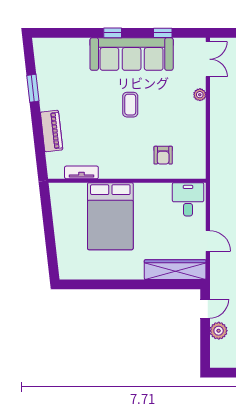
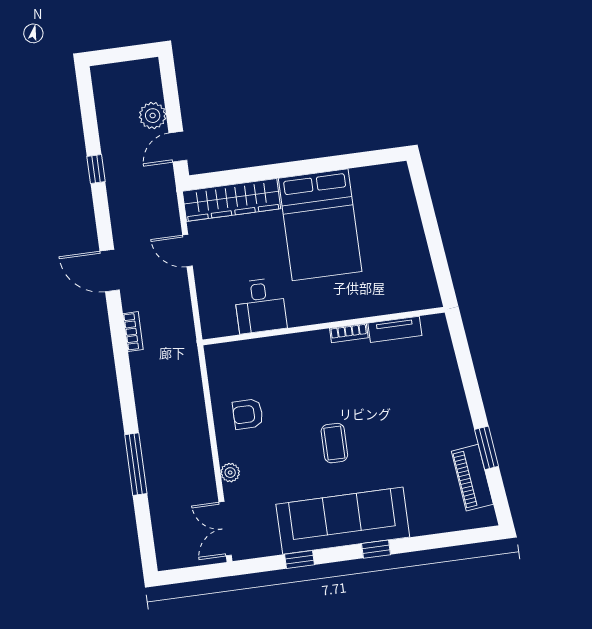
piano: (52, 131) -> (472, 478), moved
armchair: (163, 155) -> (248, 414), moved, turned -90
bookcase: (111, 174) -> (349, 333), added
desk: (188, 199) -> (260, 306), moved
bed: (110, 216) -> (320, 225), moved, turned 180

